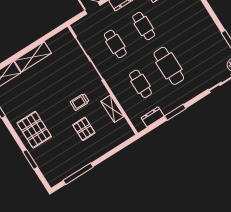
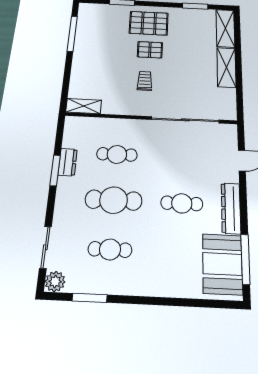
cafe table: (115, 44) -> (110, 249), moved
shelving: (112, 109) -> (84, 106), moved
dresser: (153, 117) -> (68, 162), moved
pallet: (84, 129) -> (150, 50), moved

